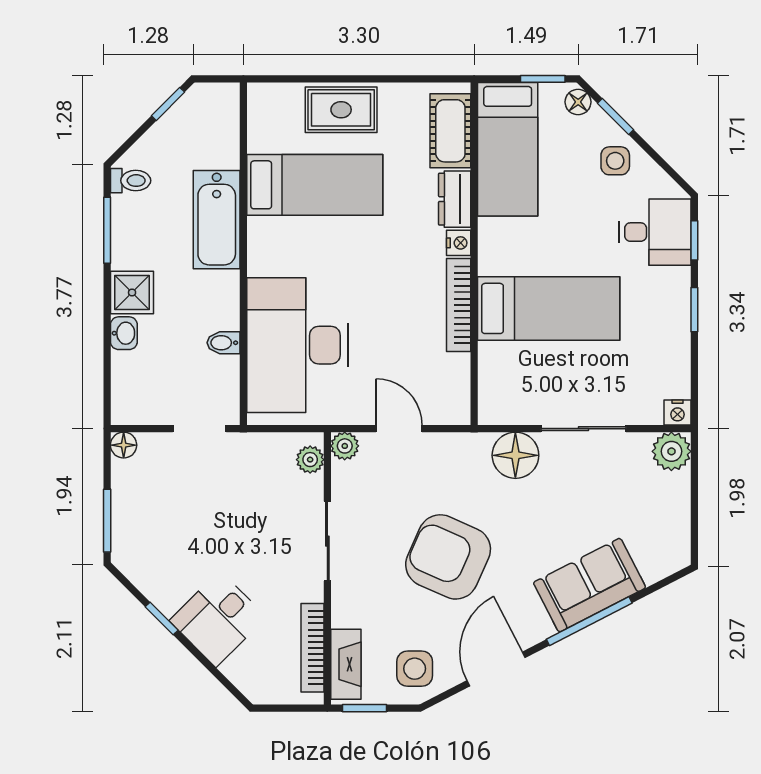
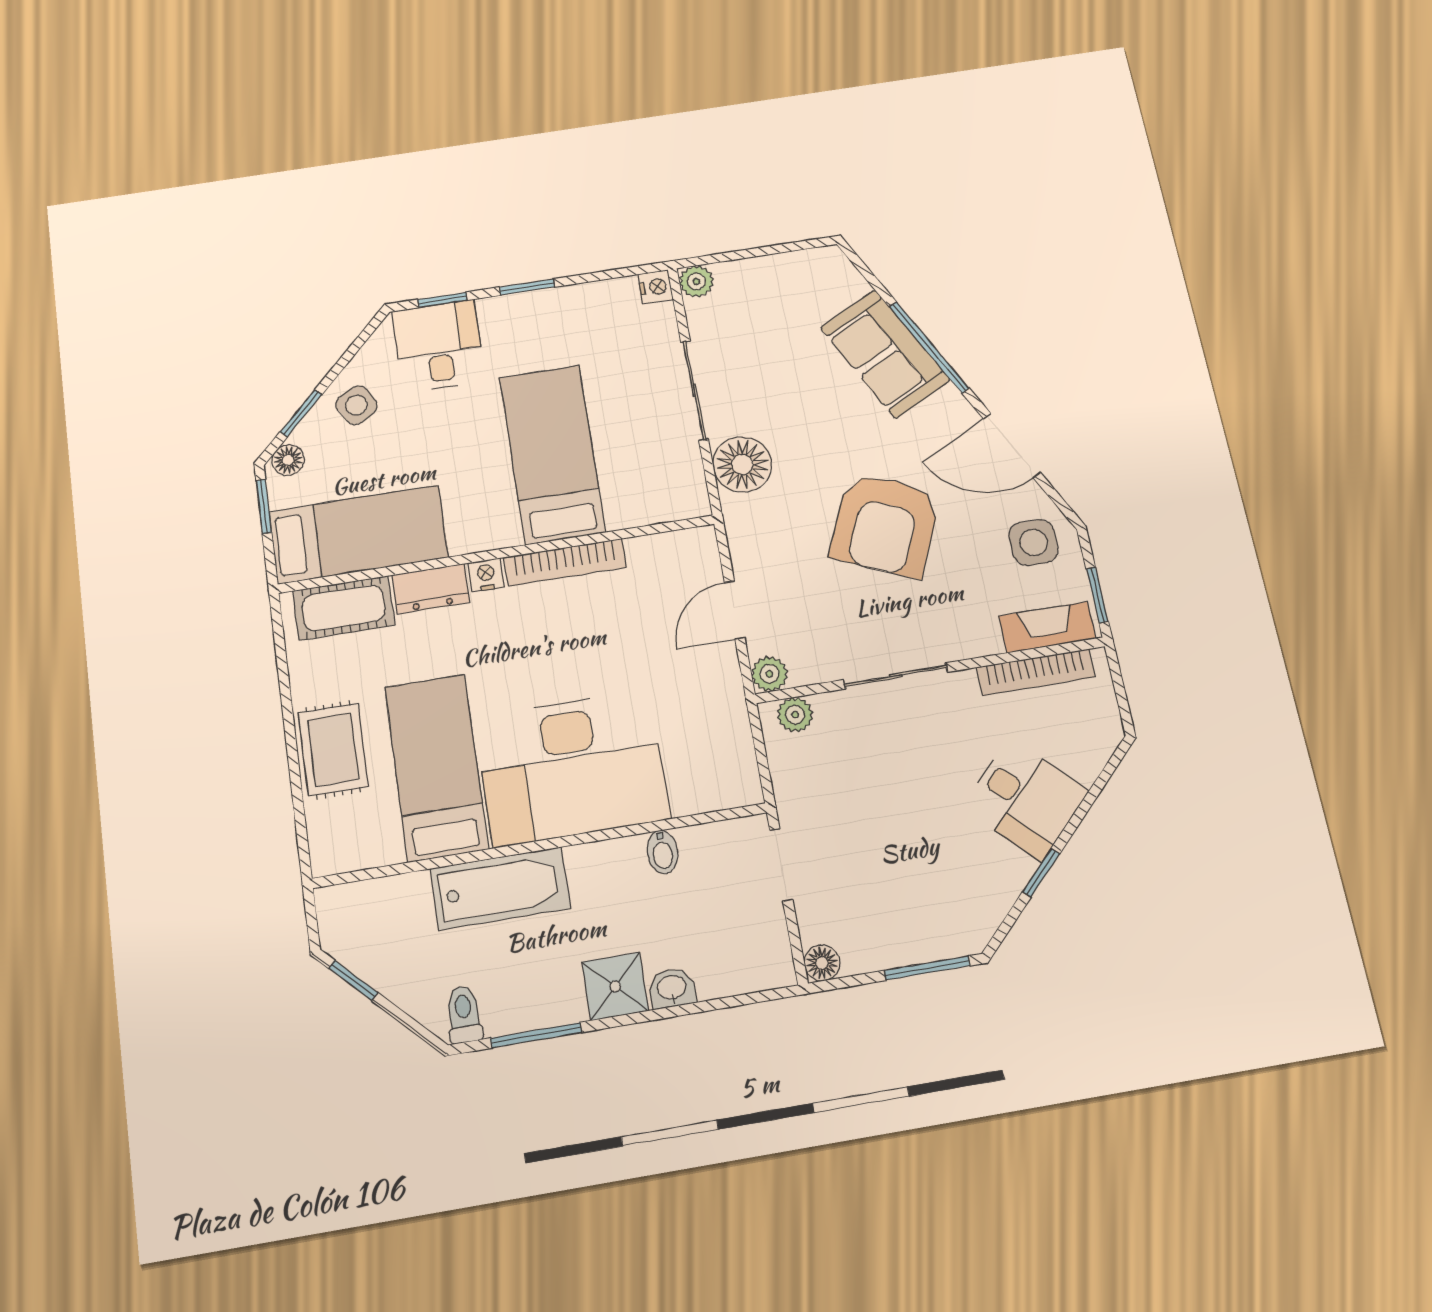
side table: (615, 161) -> (356, 405), turned -30
desk: (298, 345) -> (572, 768), moved
plant: (671, 451) -> (696, 281), width x0.73, depth x0.73

